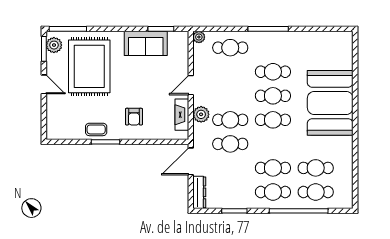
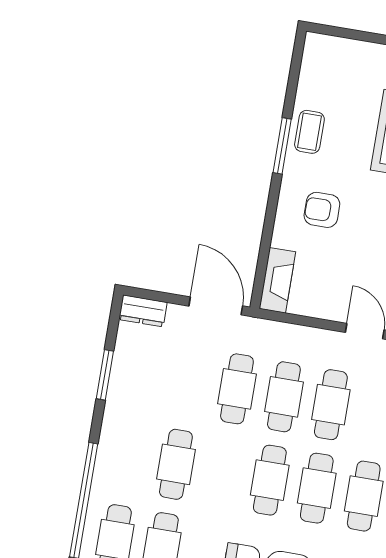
plant: (201, 114) -> (304, 342), removed
fireplace: (182, 115) -> (277, 280), moved, turned 90
dresser: (199, 192) -> (143, 311), width x0.70
cafe table: (273, 192) -> (331, 405), moved

